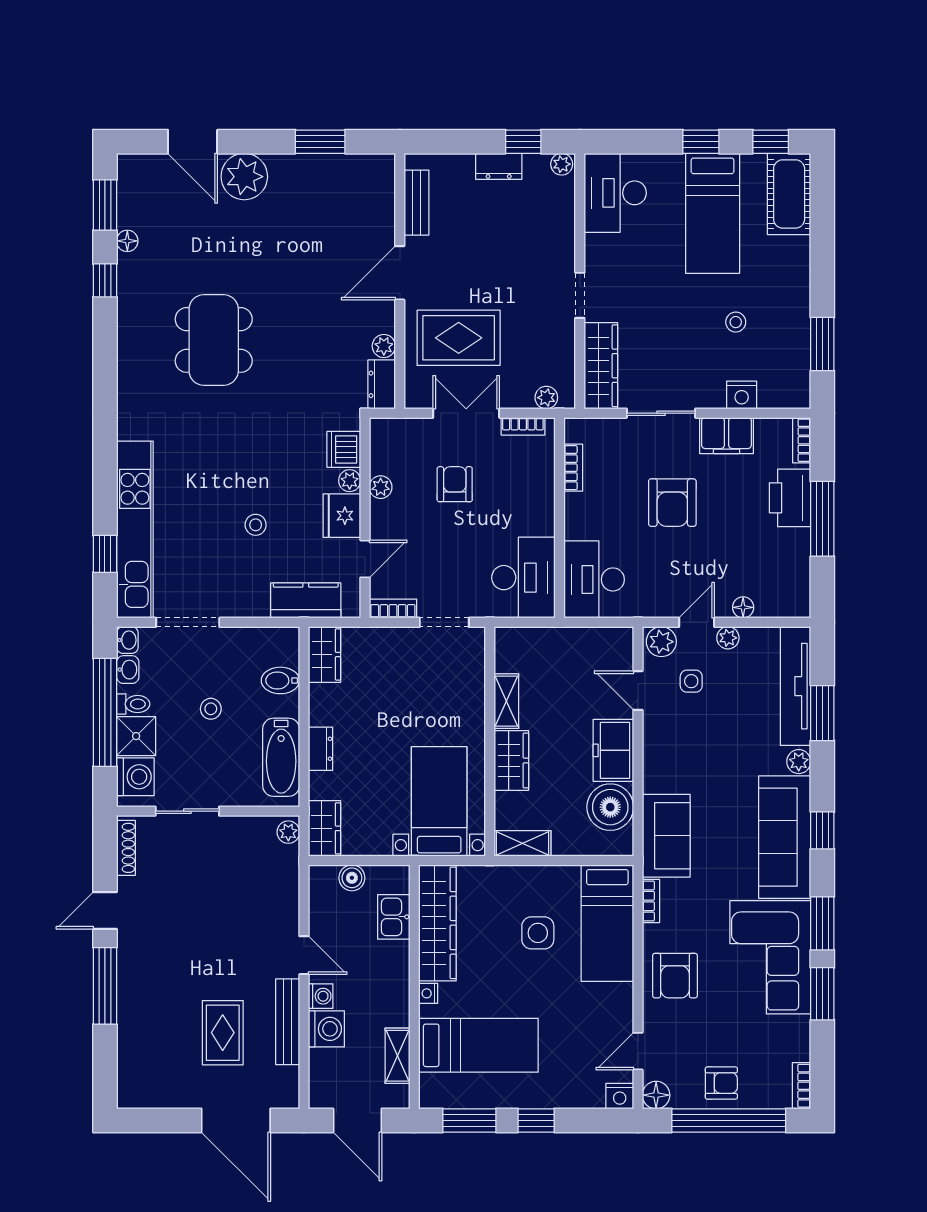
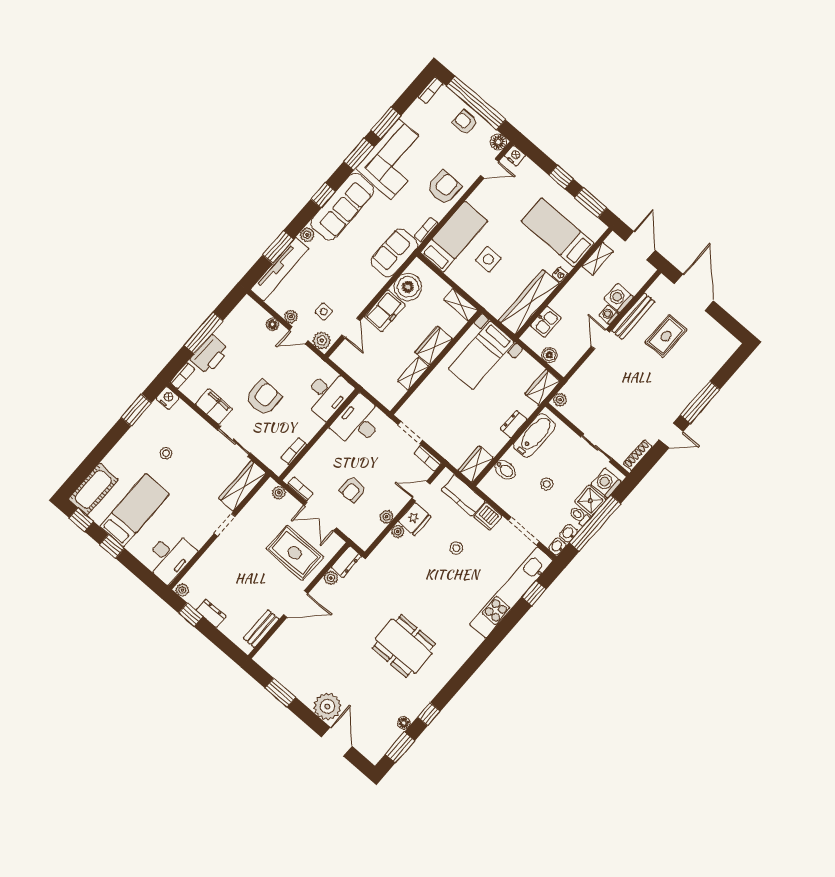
dining table: (214, 340) -> (404, 646), turned 90
nightstand: (742, 395) -> (168, 398), moved
dishwasher: (344, 449) -> (488, 516), moved, turned 90

